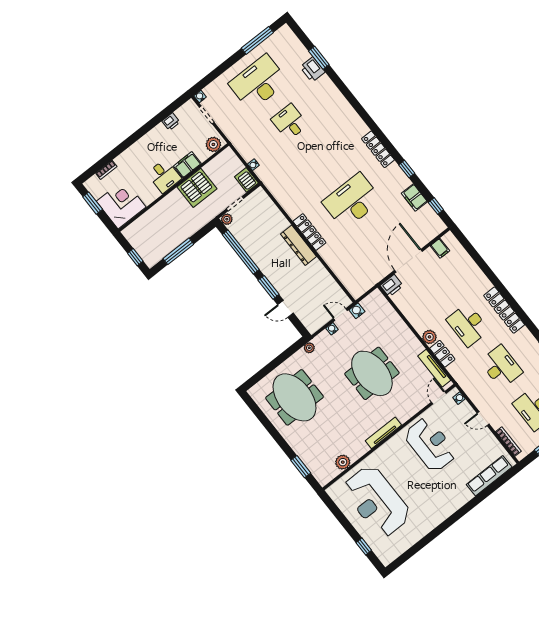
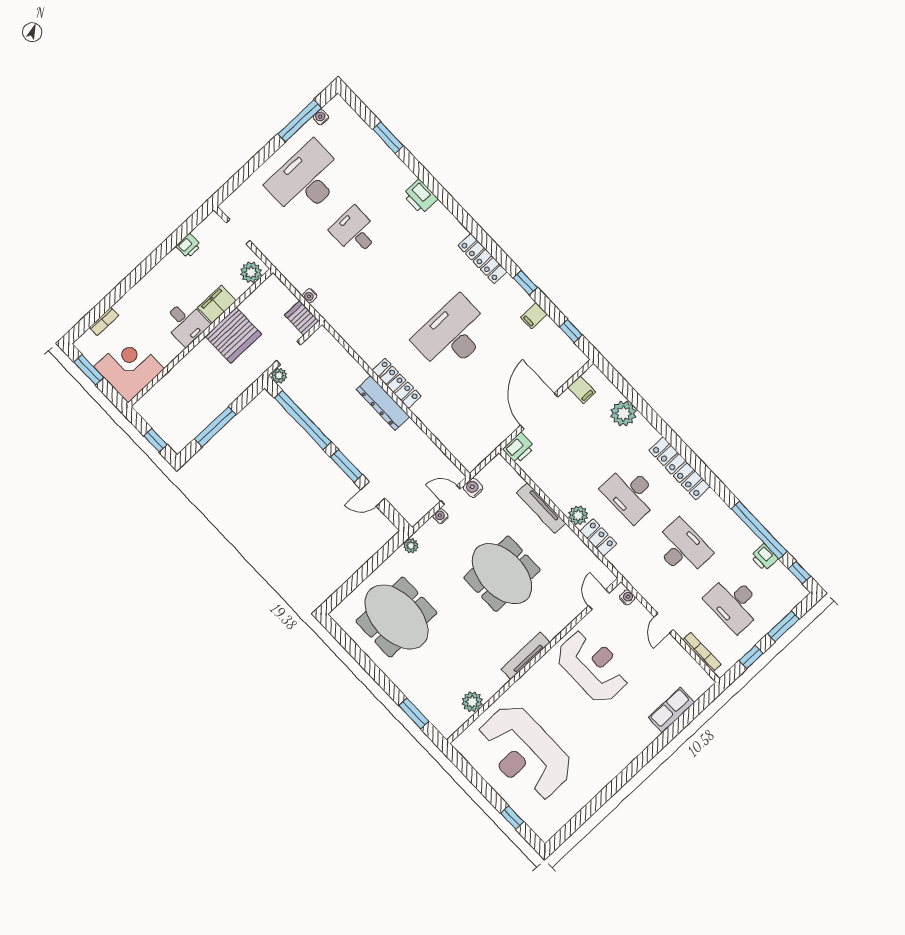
printer: (313, 69) -> (420, 197), moved
water cooler: (200, 96) -> (321, 117), moved
filing cabinet: (414, 197) -> (534, 316), width x0.50
plant: (468, 268) -> (623, 413), added
tv unit: (434, 368) -> (541, 508), moved
door: (483, 419) -> (664, 623), hinge flipped
row of seats: (489, 476) -> (671, 710), width x0.68

